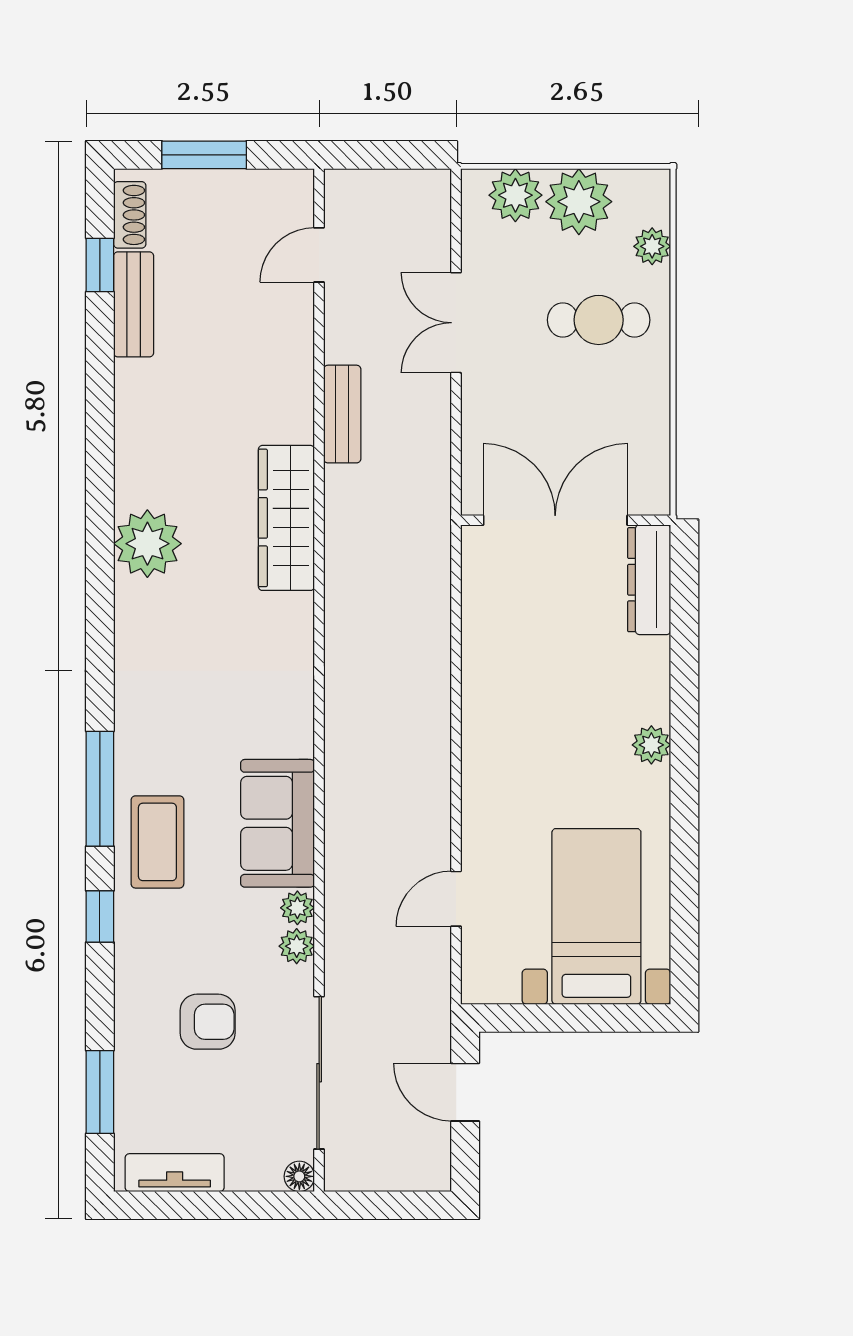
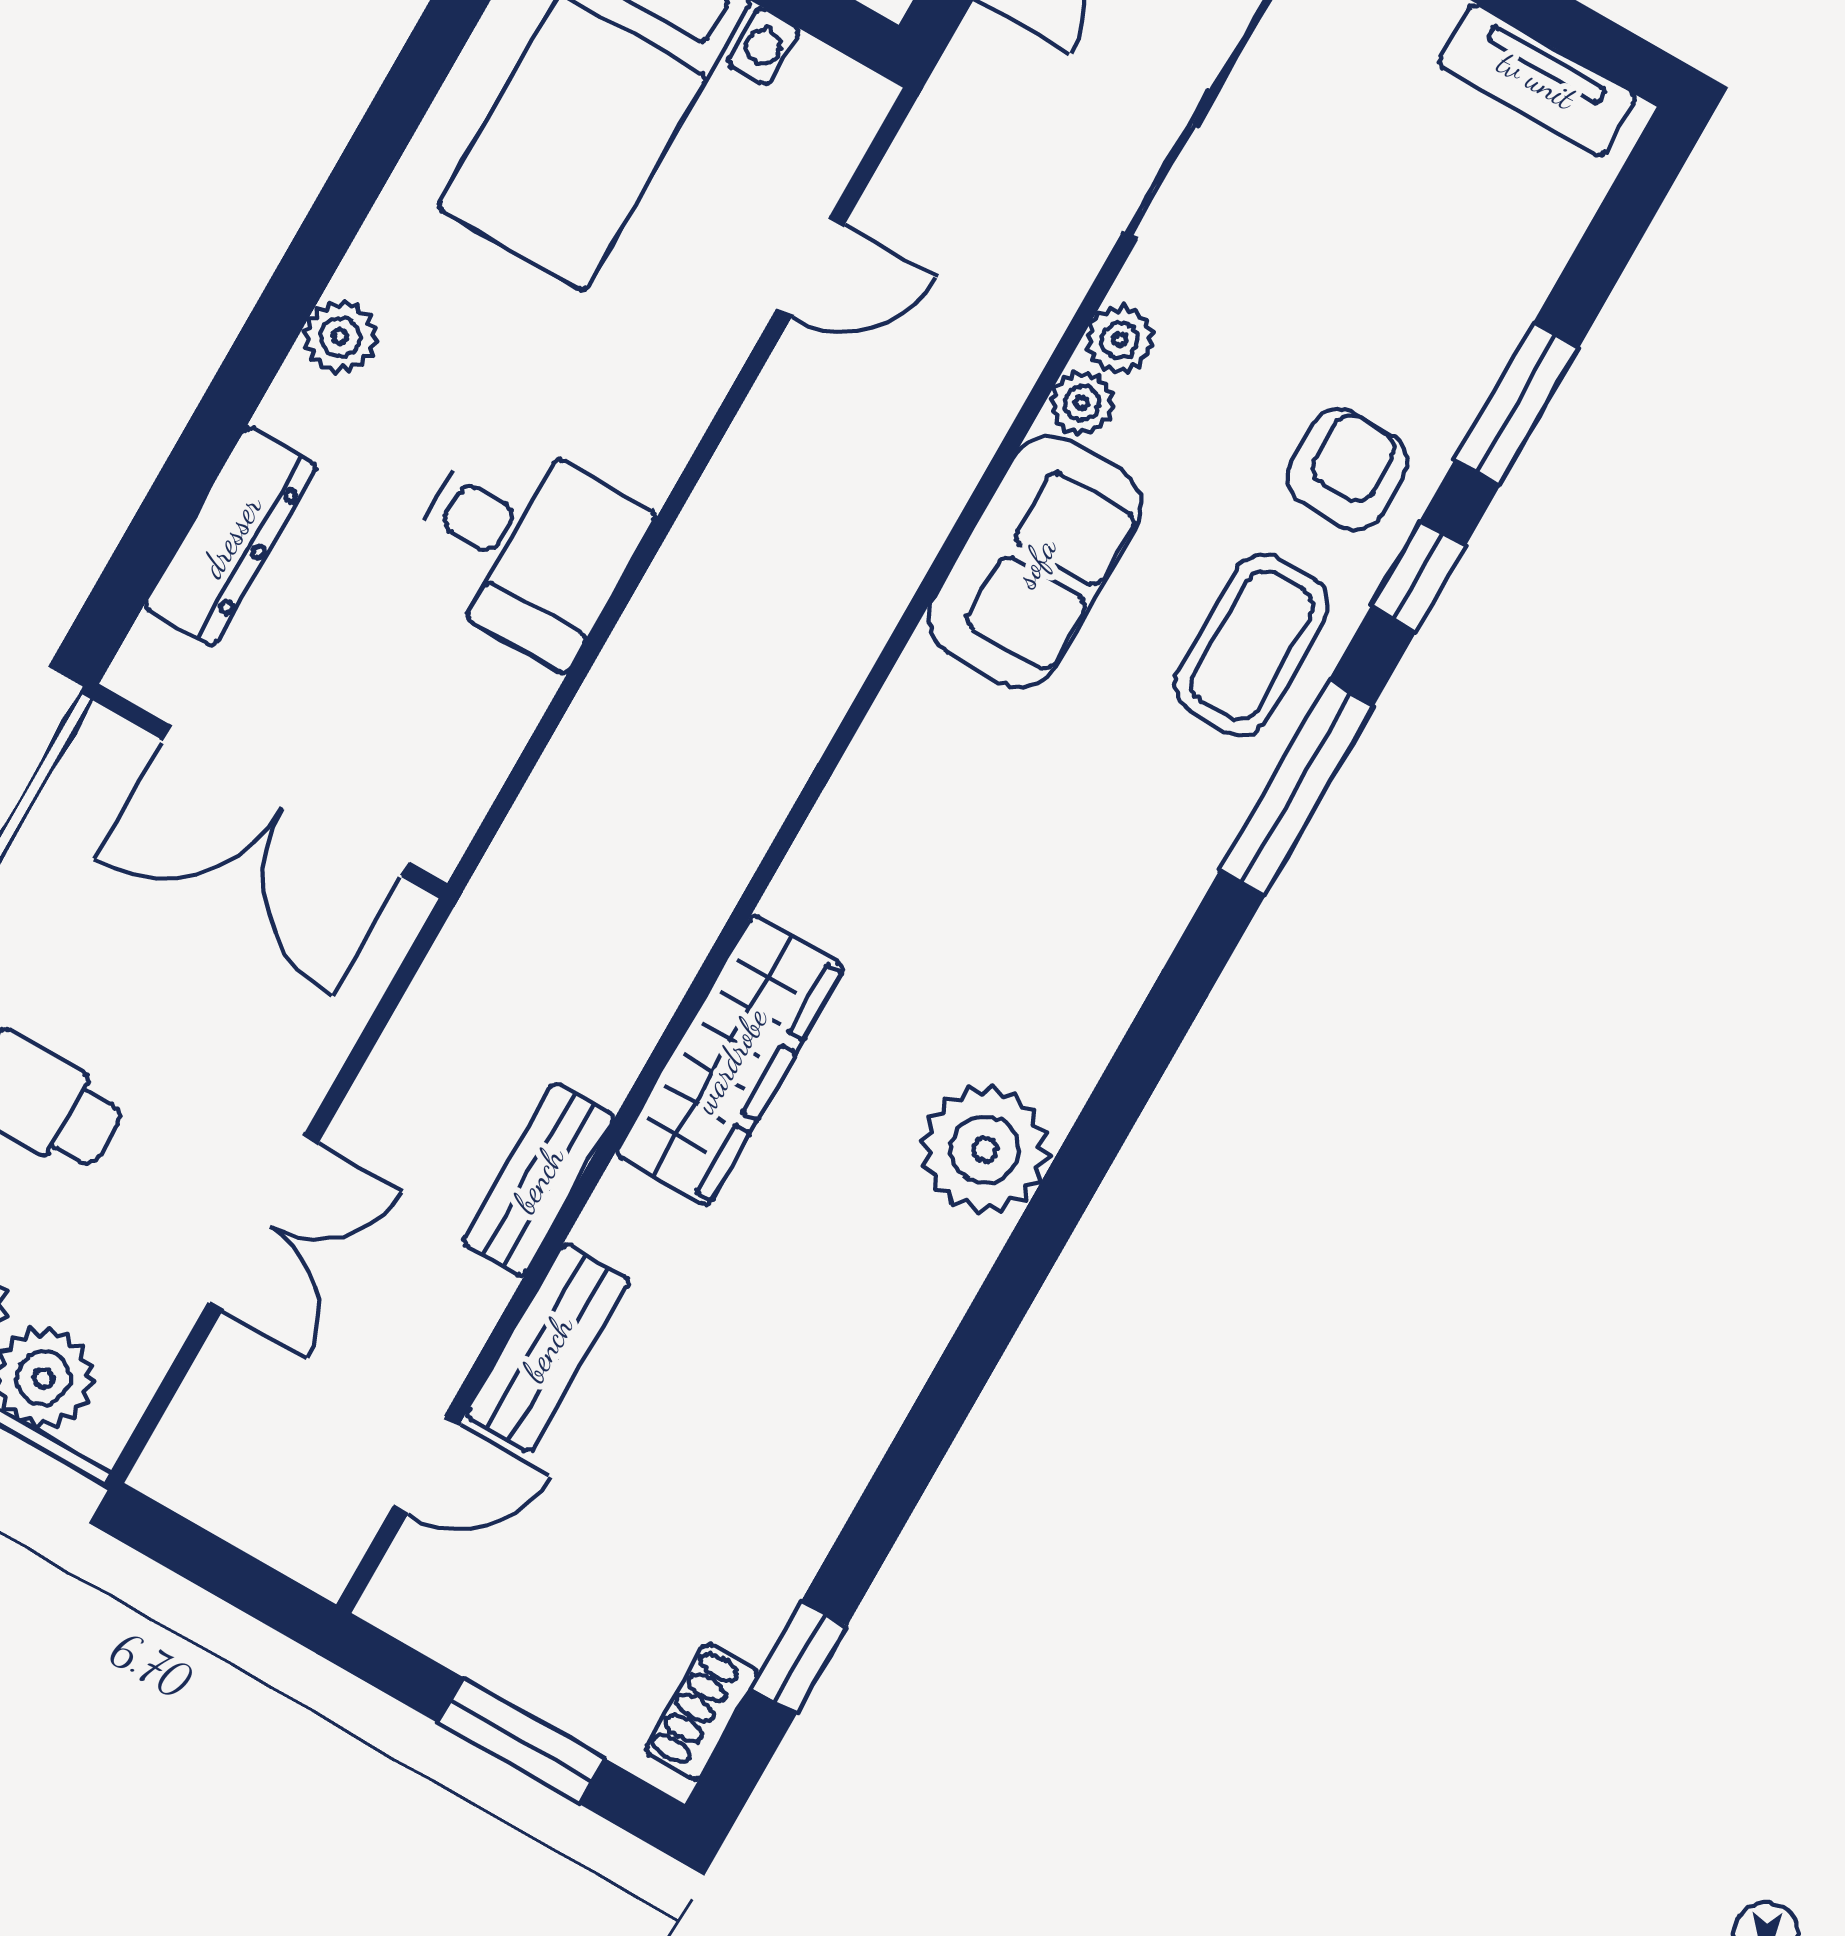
bench: (134, 304) -> (547, 1348), moved
dresser: (649, 580) -> (231, 536), moved
desk: (513, 699) -> (525, 545), added
armchair: (208, 1022) -> (1347, 469), moved, turned 90
window: (100, 1092) -> (1517, 404), moved

